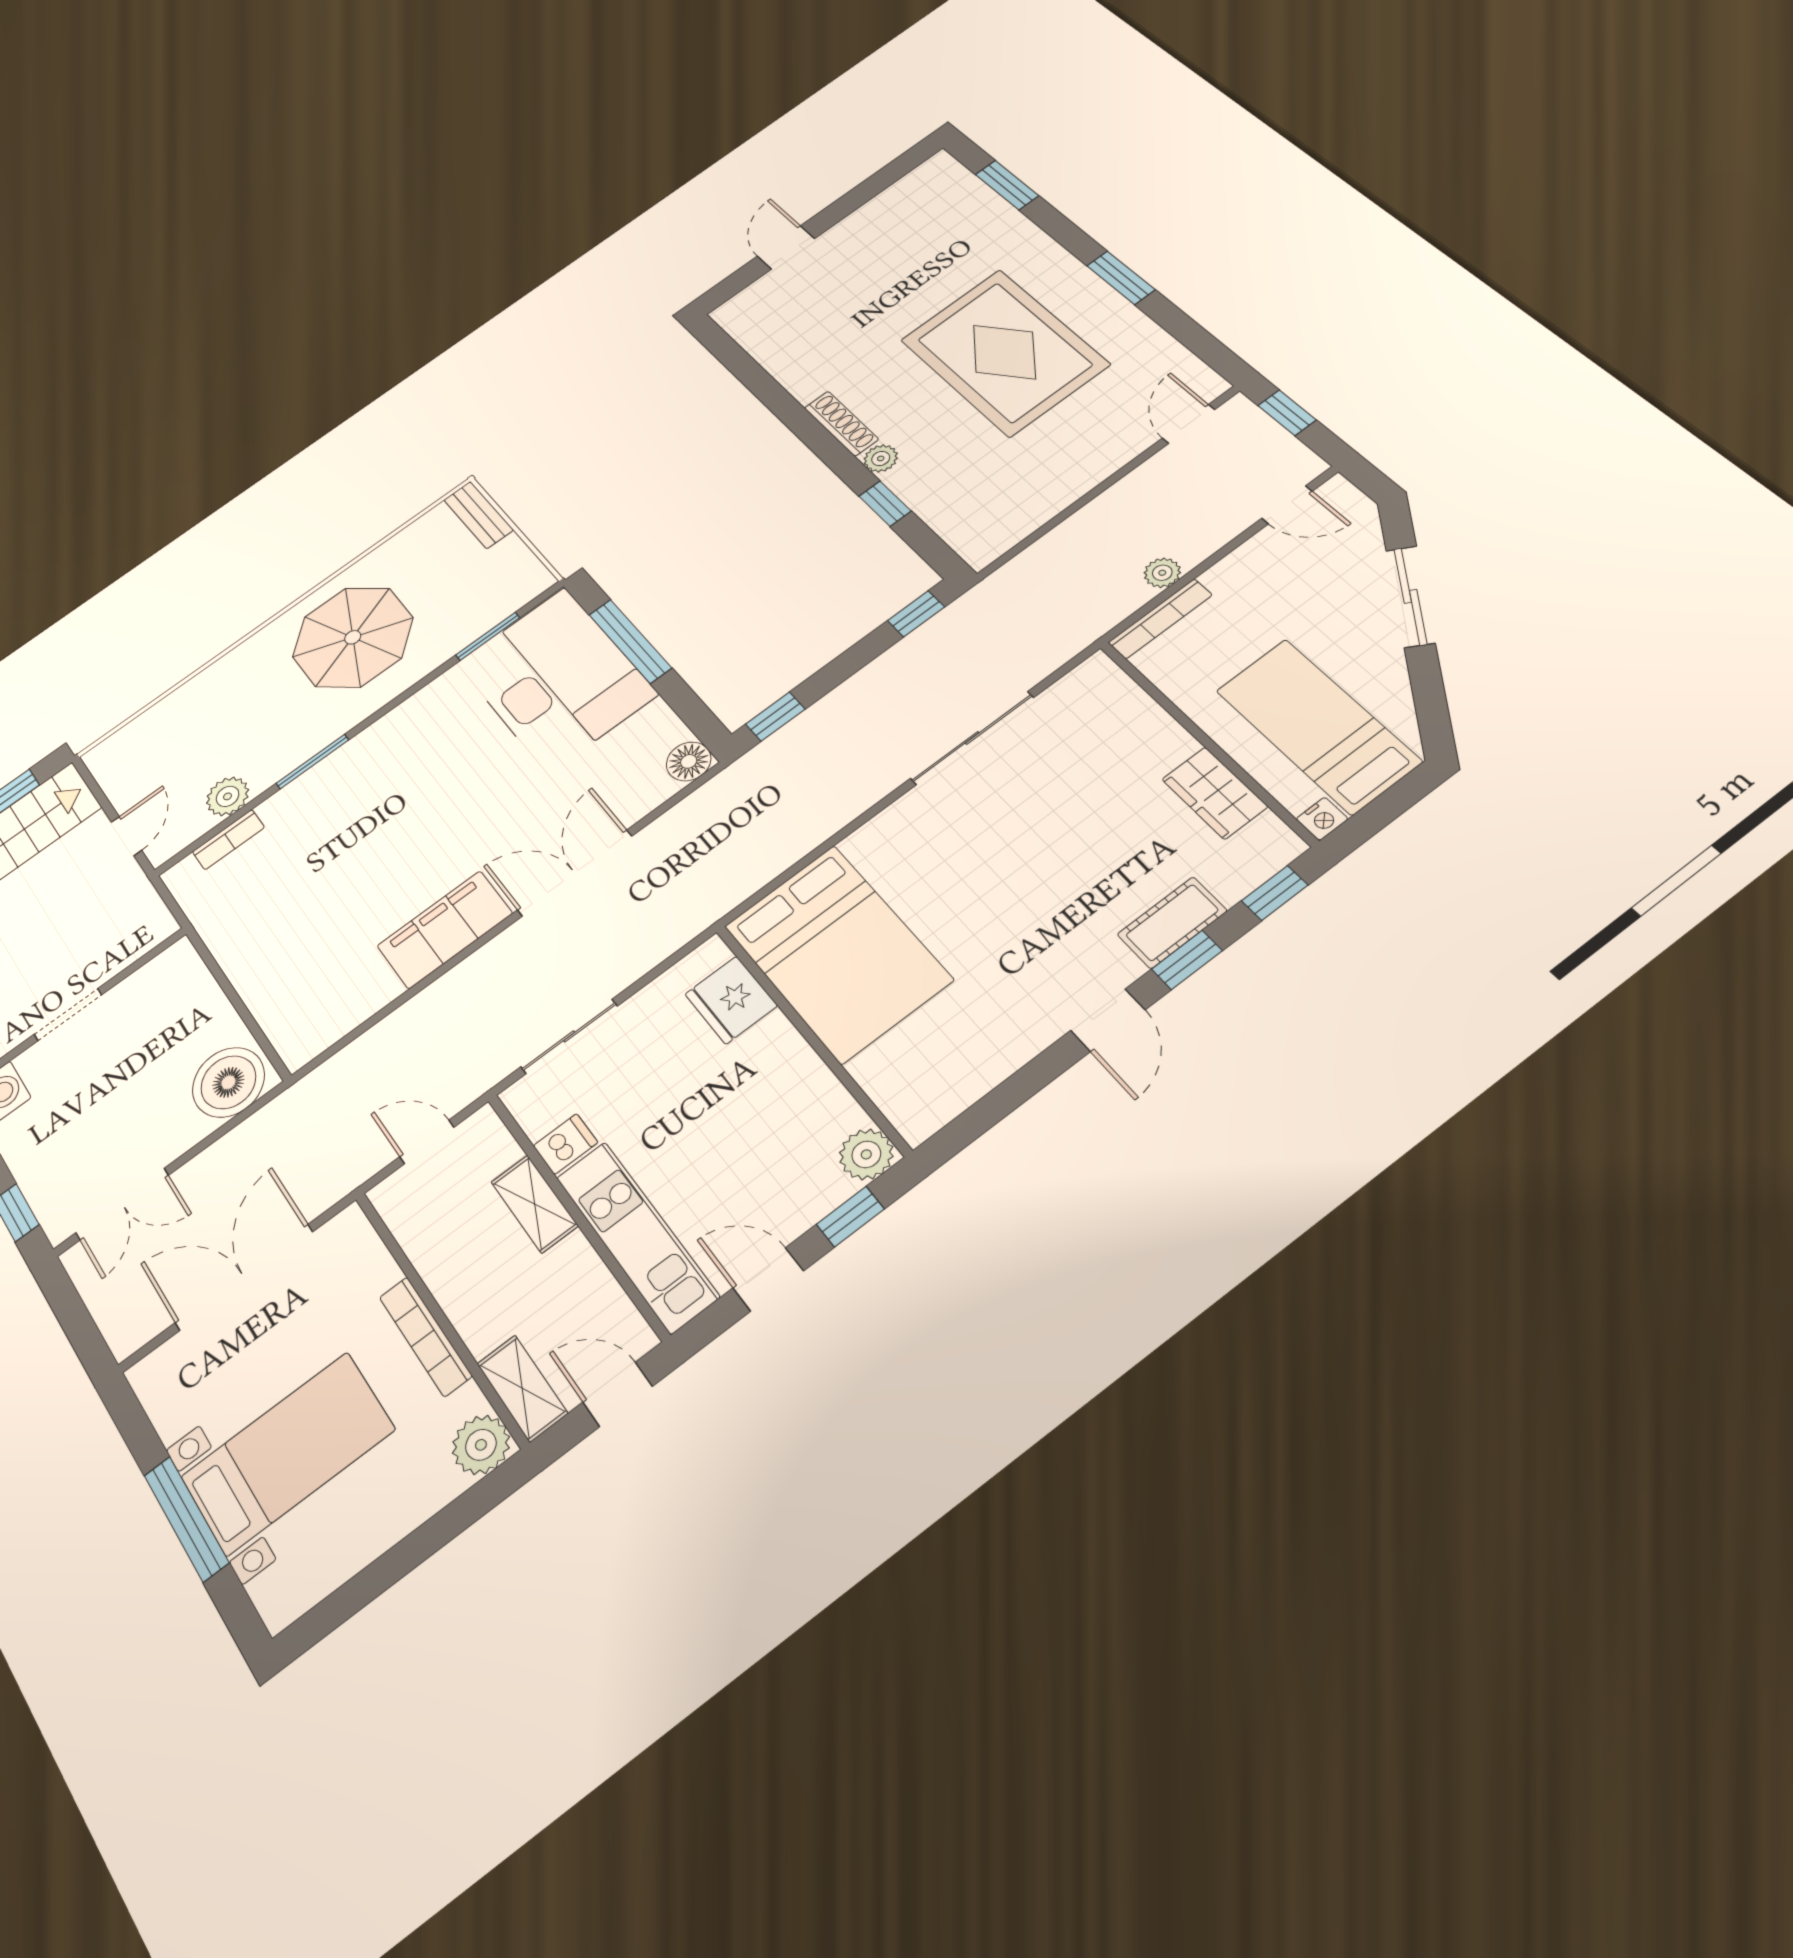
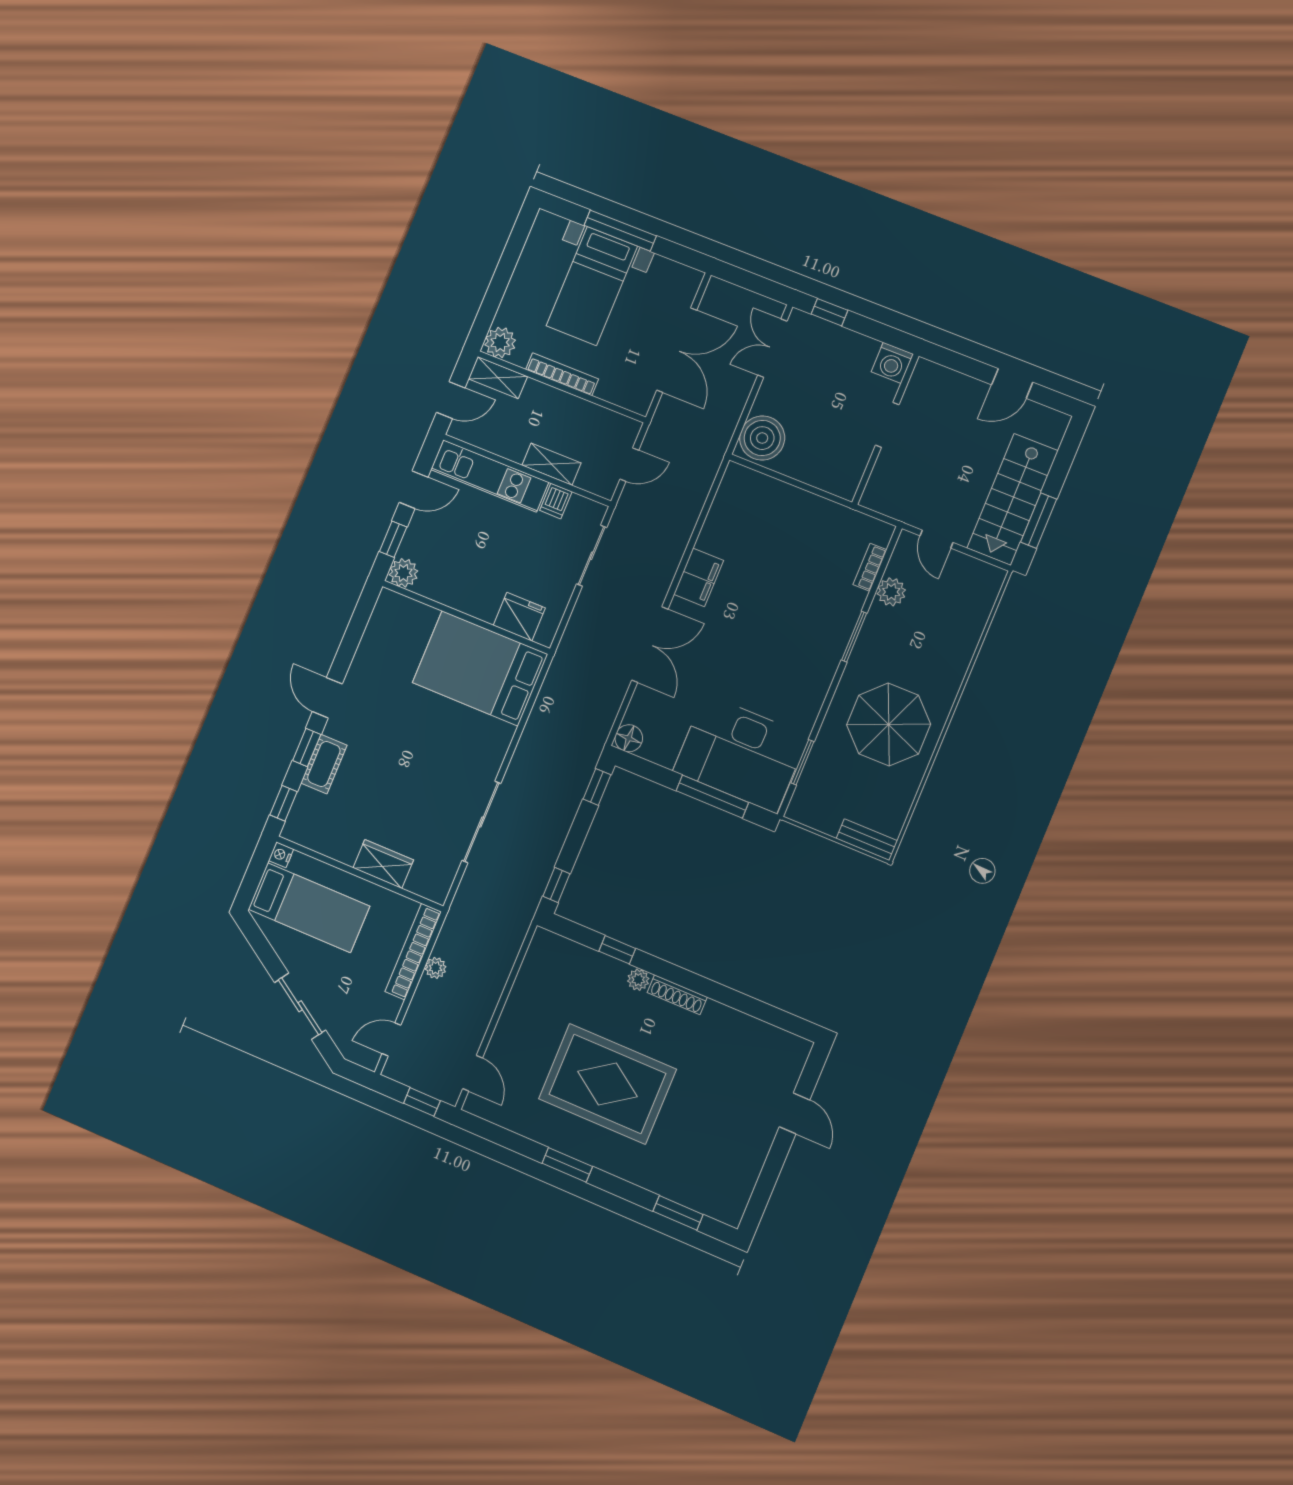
bookcase: (1160, 619) -> (413, 952), width x1.48, depth x1.31
wardrobe: (1215, 793) -> (383, 864), moved
filing cabinet: (445, 930) -> (699, 577), width x0.67, depth x0.86

